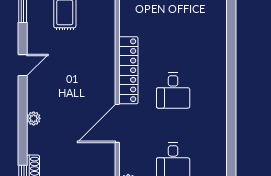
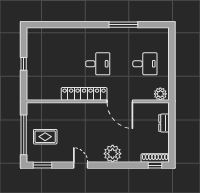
plant: (34, 118) -> (113, 154), width x1.87, depth x1.87
window: (231, 128) -> (123, 25), added

